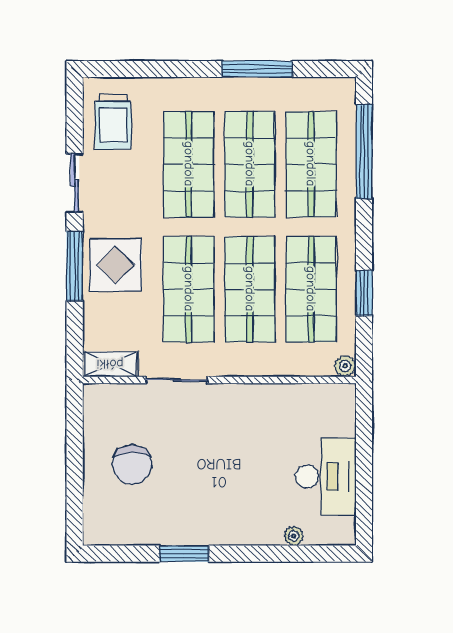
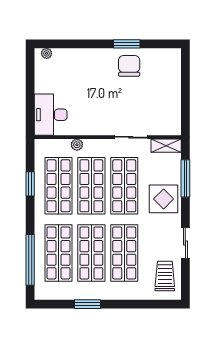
window: (257, 69) -> (88, 304), width x0.69
window: (75, 266) -> (185, 178), moved
plant: (345, 366) -> (77, 145), moved
chair: (132, 465) -> (129, 66), moved
desk: (326, 476) -> (51, 115), moved
plant: (294, 536) -> (47, 53), moved

